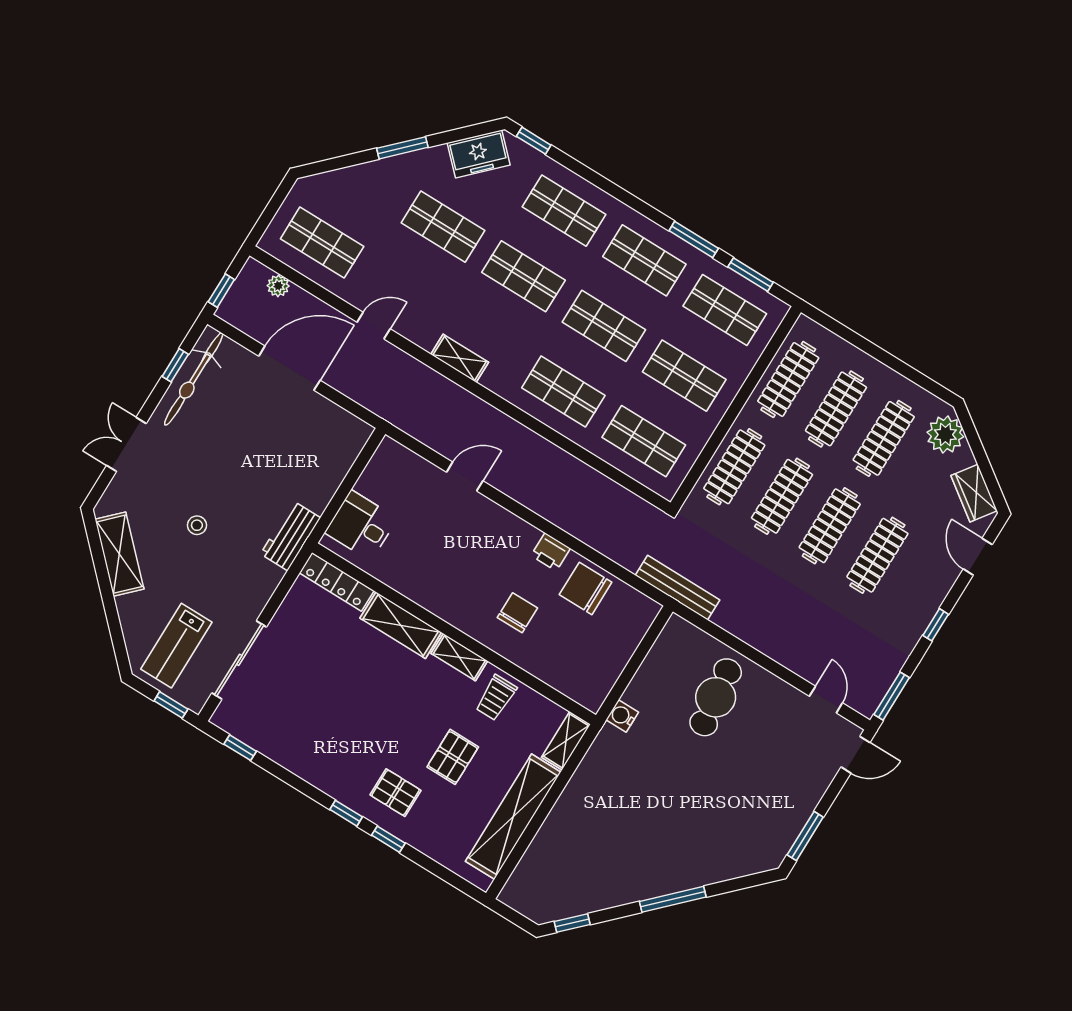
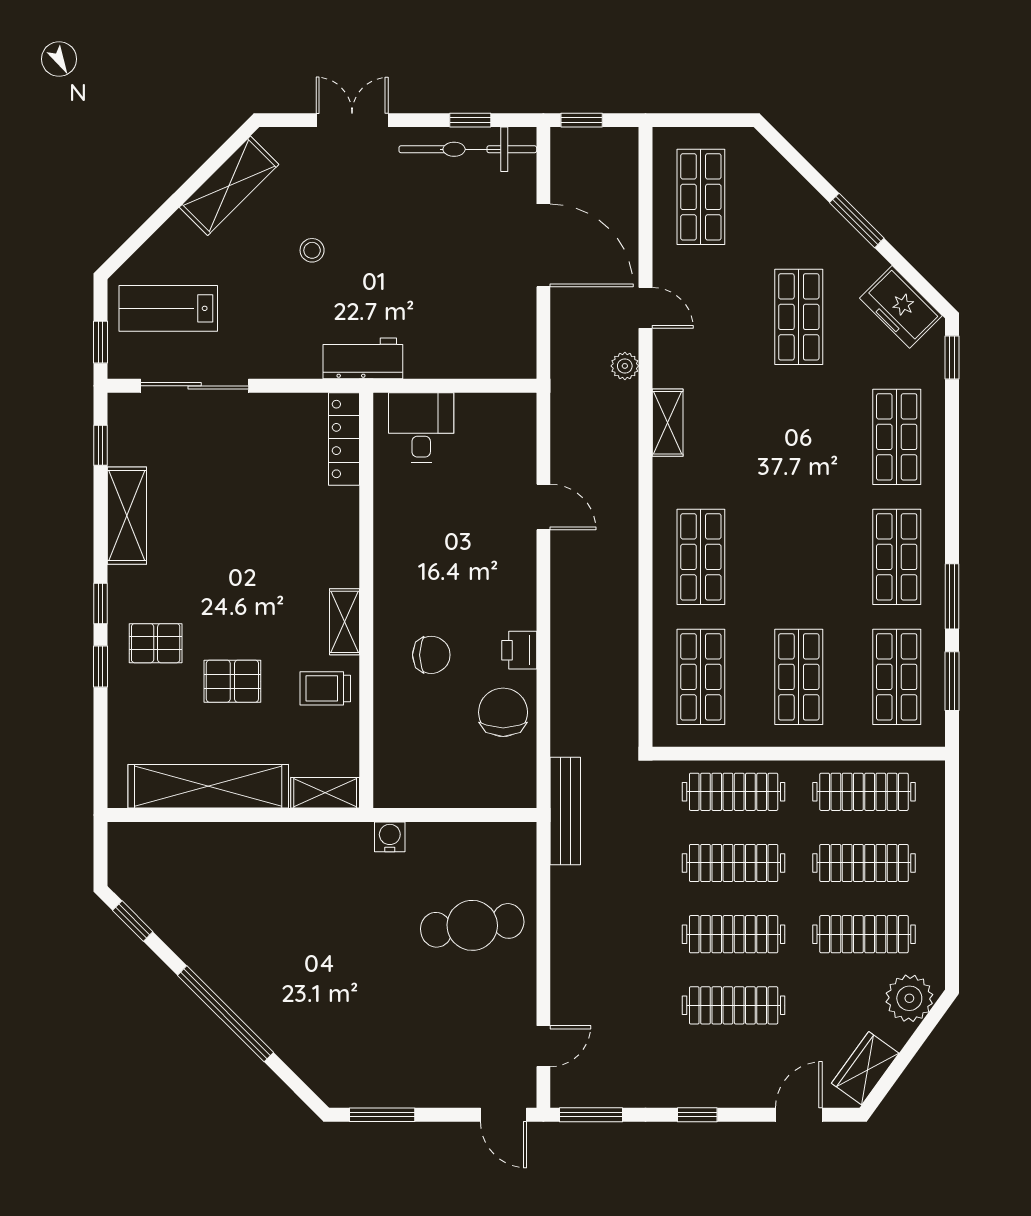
shop shelf: (523, 276) -> (799, 437), removed
plant: (278, 286) -> (625, 366), moved
shop shelf: (604, 326) -> (799, 557), removed
shelving: (401, 625) -> (127, 516), moved
pallet: (395, 793) -> (156, 643), turned 90
window: (673, 899) -> (226, 1014), width x1.46

